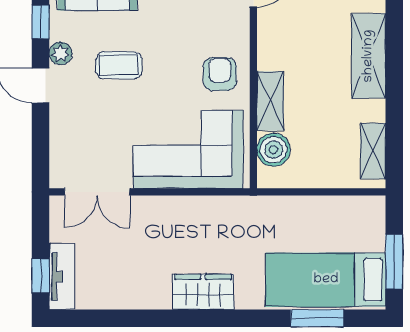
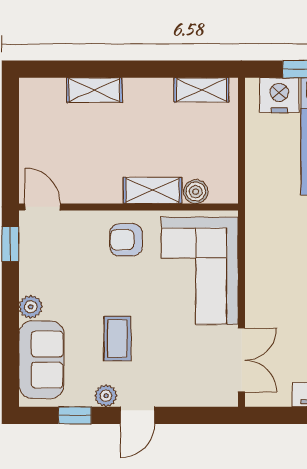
shelving: (369, 56) -> (94, 90), width x0.67, depth x0.75
boiler: (274, 150) -> (196, 192), width x0.73, depth x0.73
nightstand: (368, 231) -> (279, 95), added

